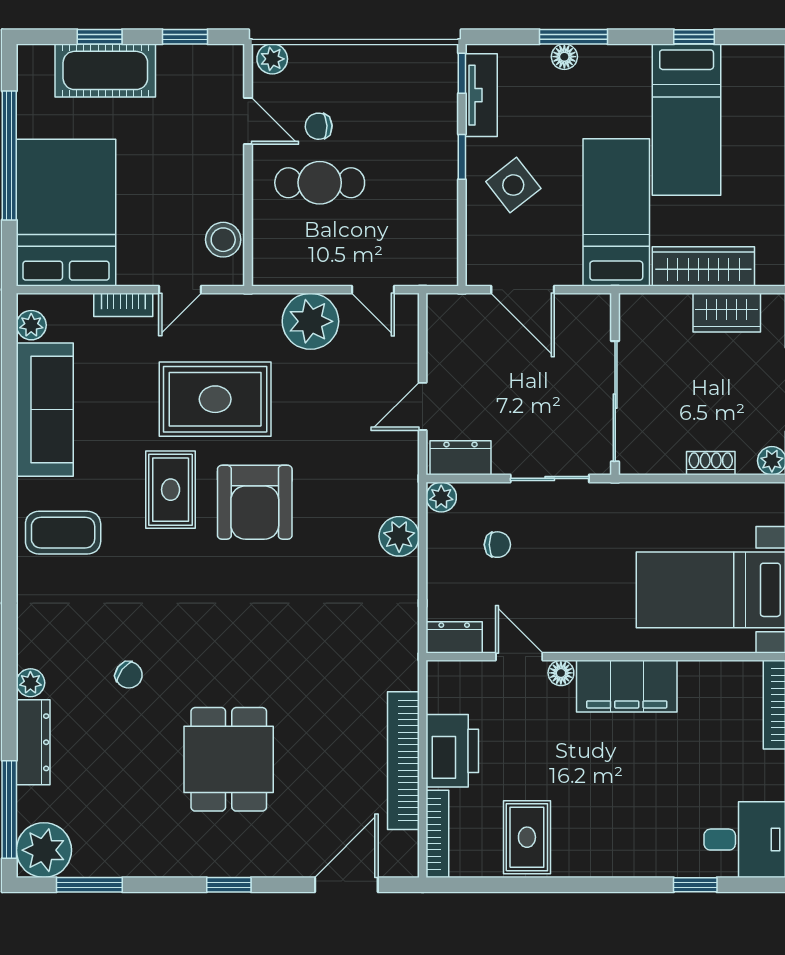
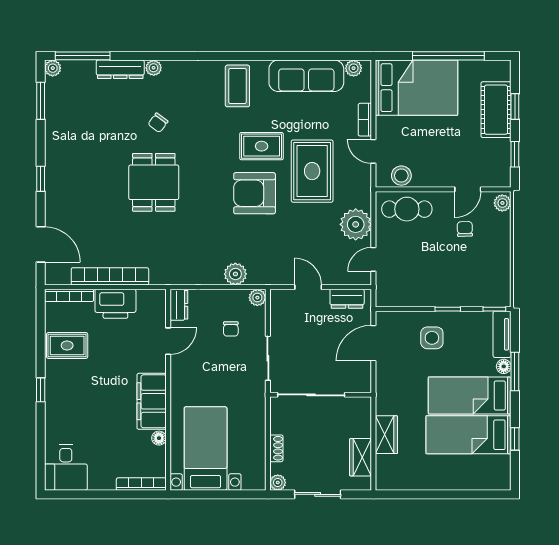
tv unit: (481, 95) -> (502, 334), moved, turned 90
cafe table: (320, 183) -> (407, 209), moved, turned 90
side table: (513, 185) -> (432, 338), turned 38
bed: (616, 212) -> (470, 396), moved, turned 180
wardrobe: (703, 266) -> (386, 435), width x0.67
dresser: (460, 458) -> (347, 299), moved, turned 90
floor lamp: (561, 673) -> (159, 438), moved
dining table: (229, 759) -> (154, 182), moved, turned 90
plant: (44, 850) -> (53, 68), width x0.53, depth x0.53
window: (695, 885) -> (41, 390), moved

